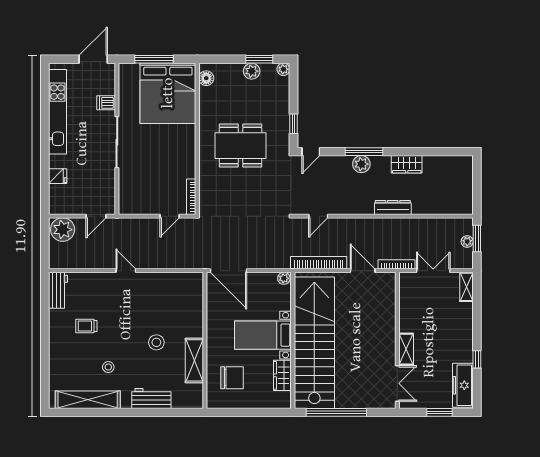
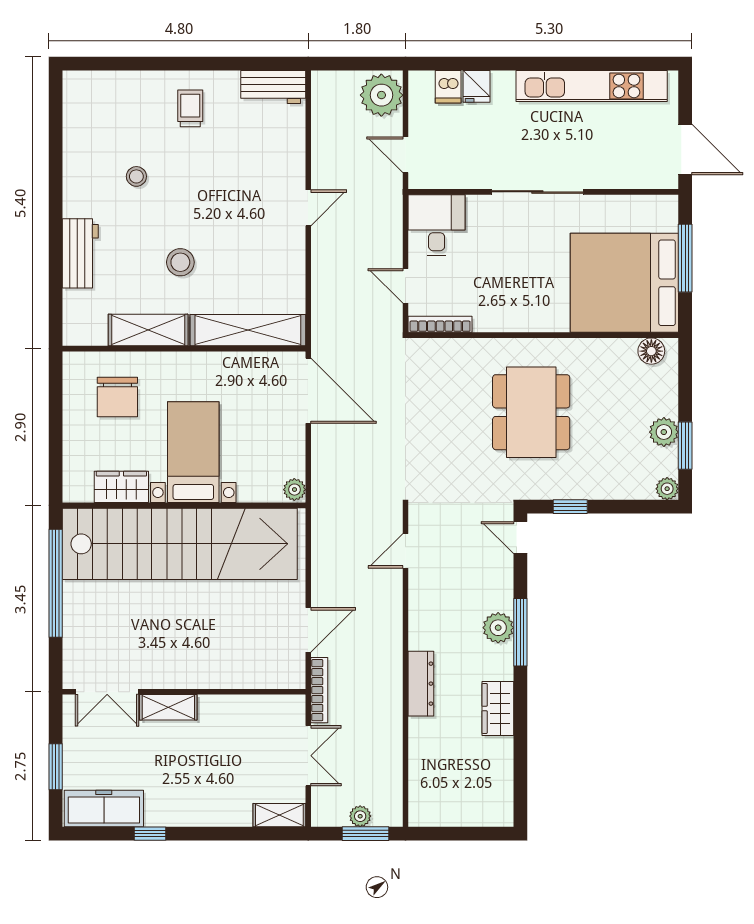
dishwasher: (106, 103) -> (448, 87), moved, turned 180
desk: (136, 199) -> (437, 225), added
door: (318, 216) -> (405, 551), hinge flipped
bookcase: (319, 263) -> (322, 552), removed
door: (229, 271) -> (308, 391), swing flipped
trolley: (86, 326) -> (190, 108), moved
shelving: (88, 400) -> (248, 330), moved, turned 90

